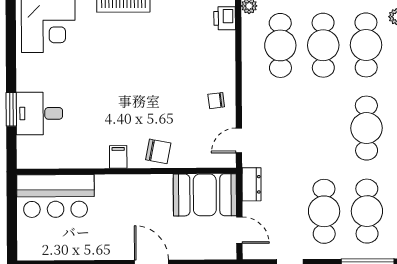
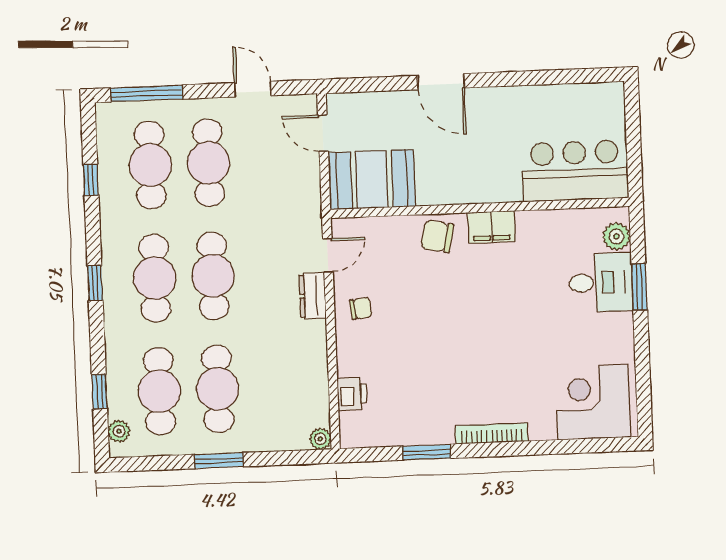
printer: (225, 18) -> (352, 394), moved
cafe table: (280, 45) -> (213, 276), moved
plant: (27, 147) -> (616, 236), added
filing cabinet: (118, 157) -> (491, 227), width x2.00
dresser: (252, 184) -> (313, 296), moved

